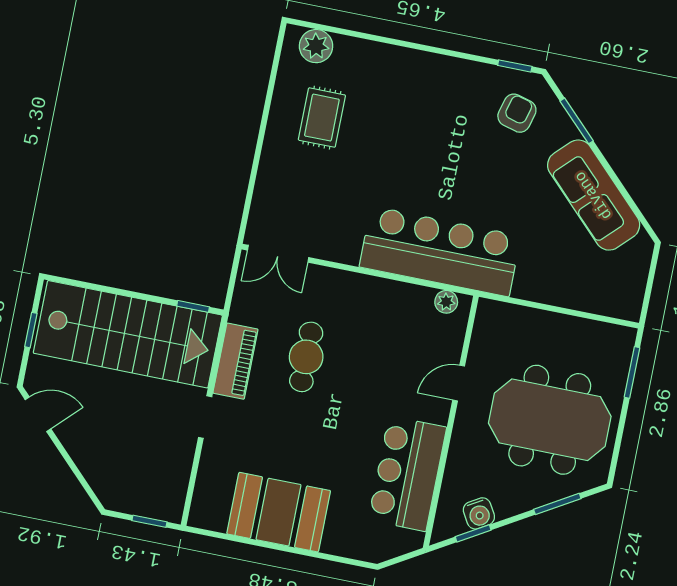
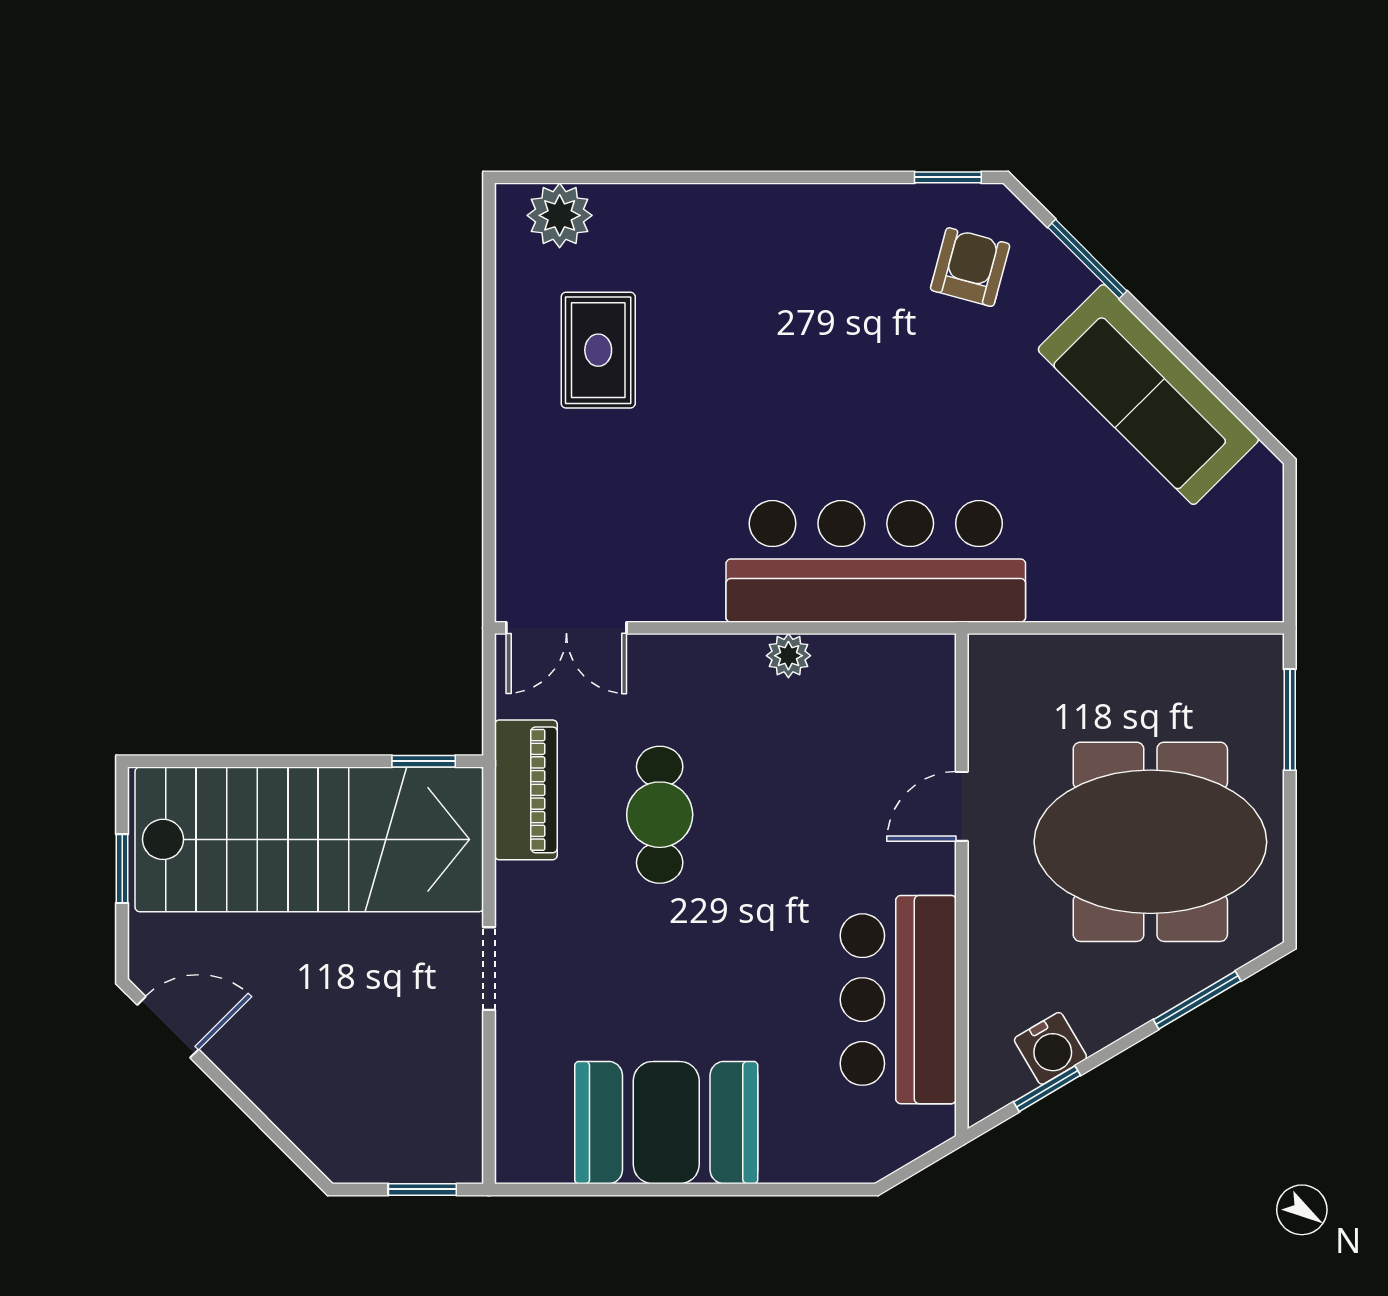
plant: (446, 302) -> (788, 656), moved
piano: (235, 361) -> (526, 790), moved

